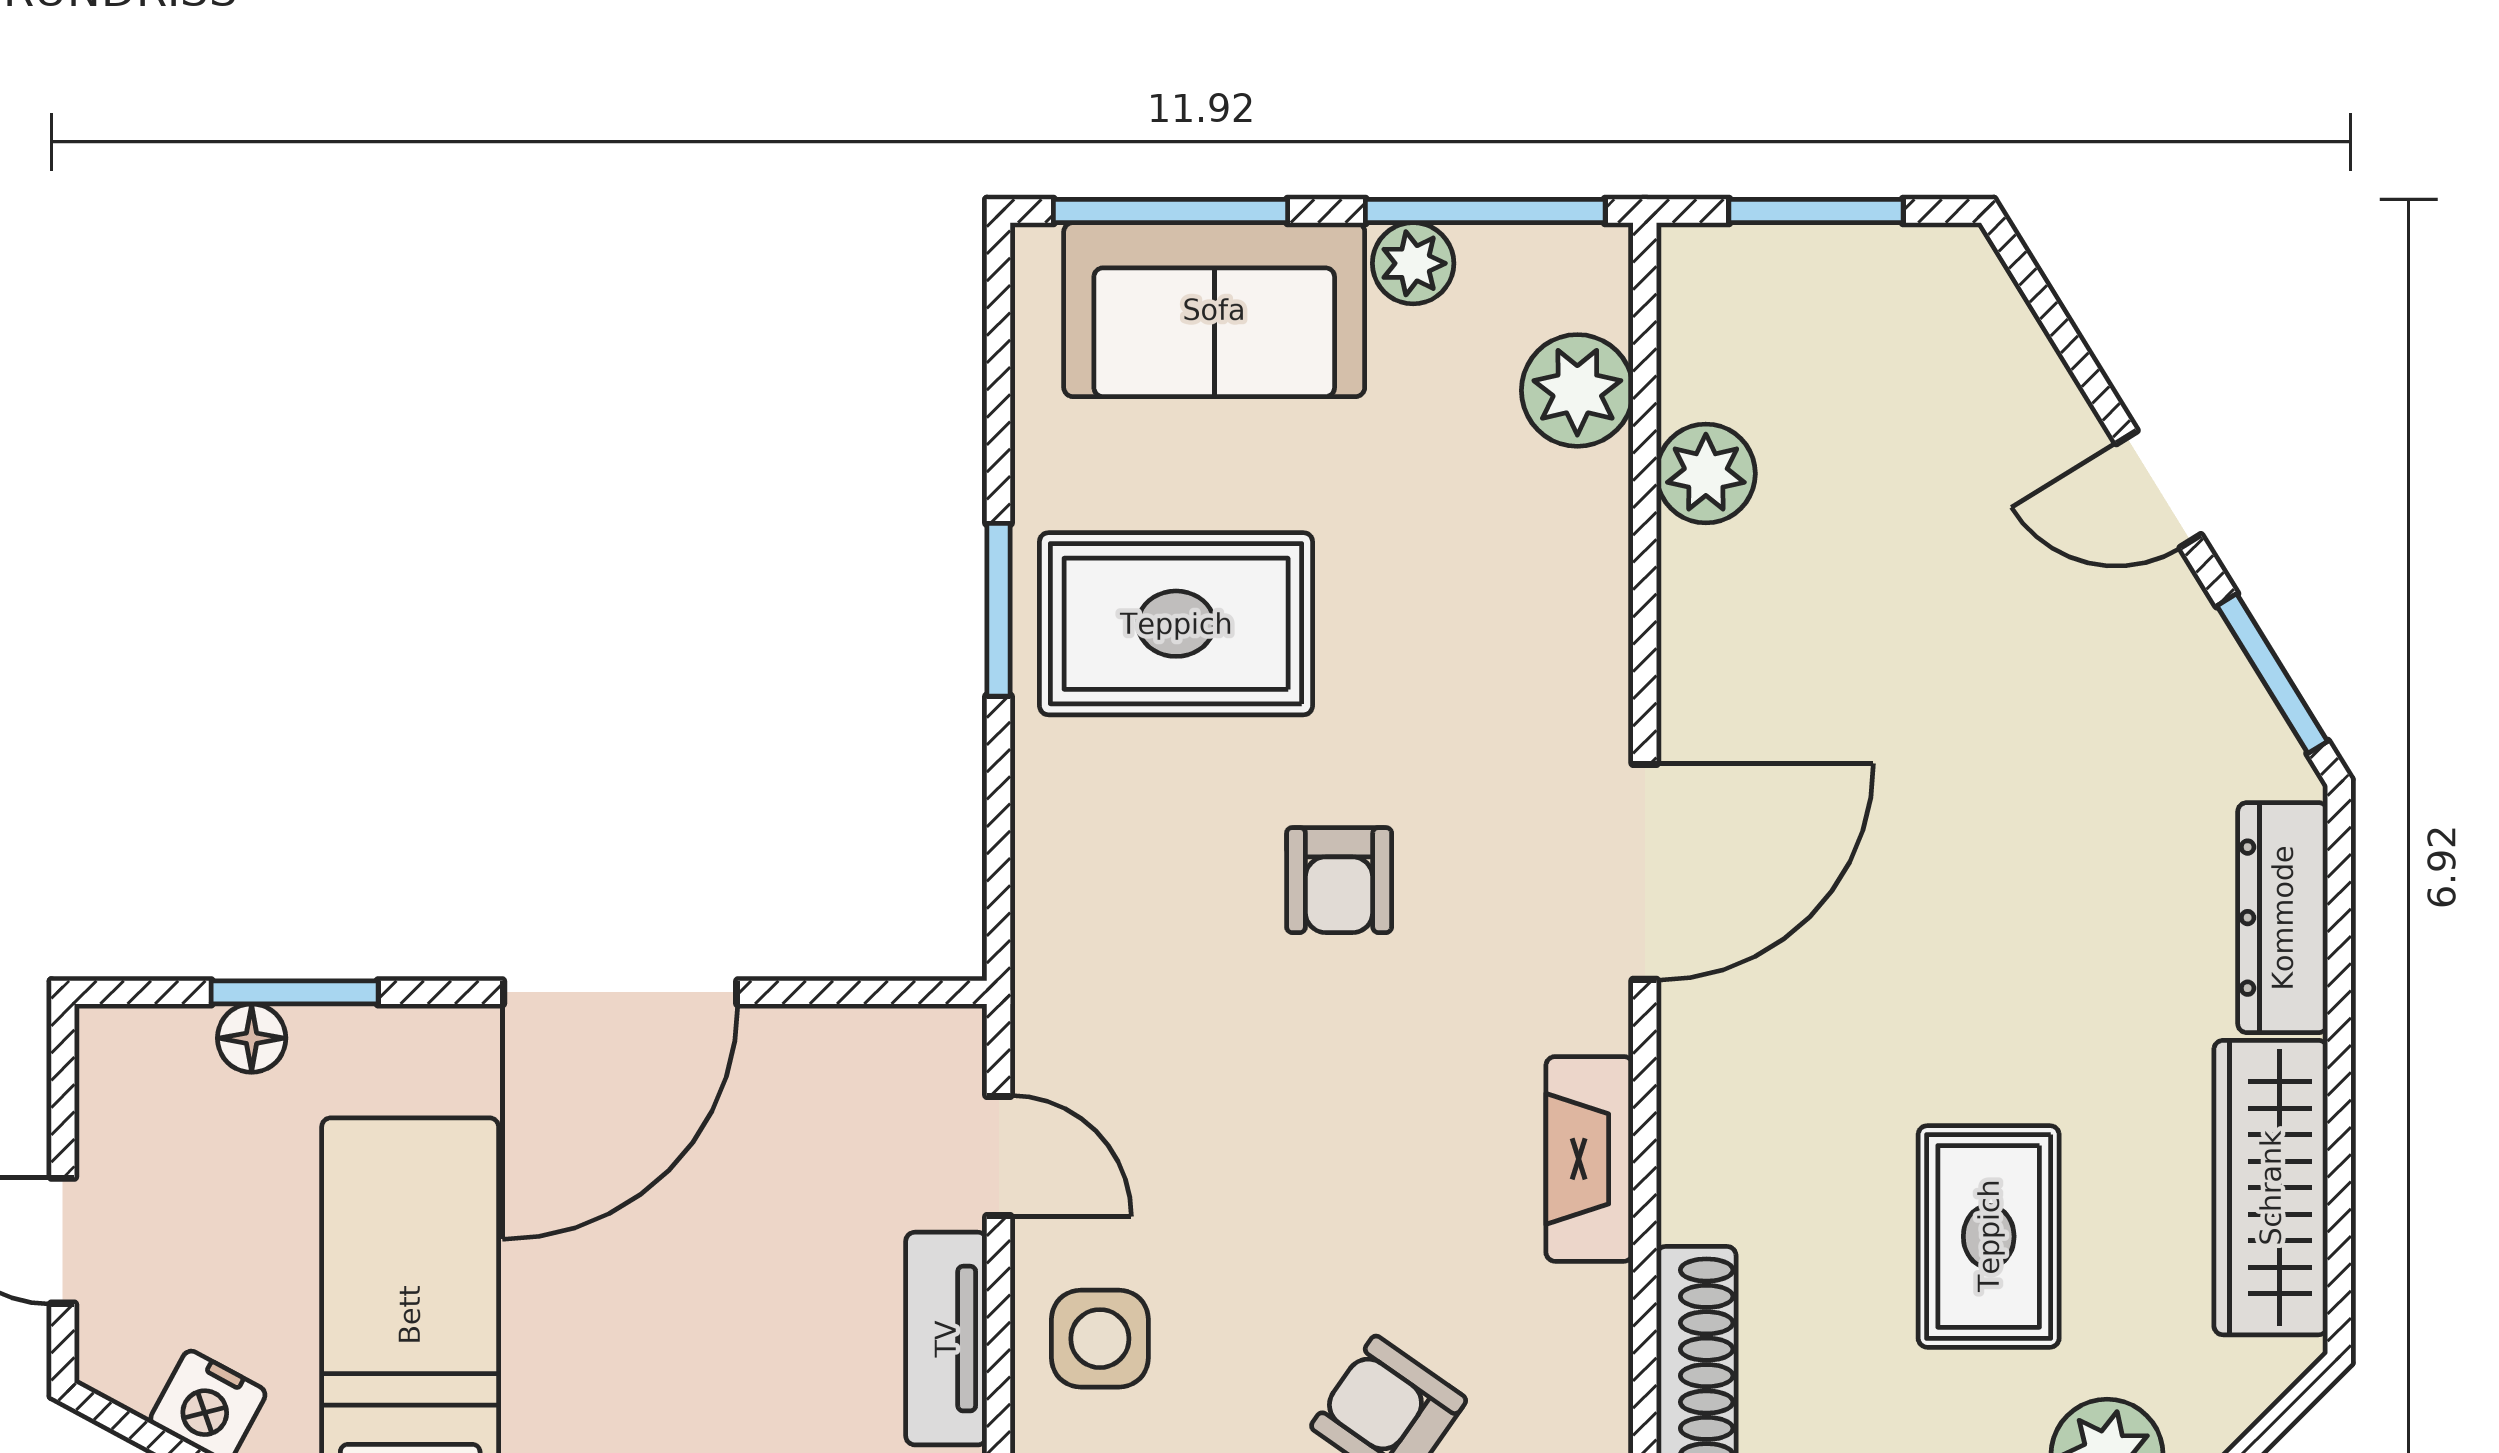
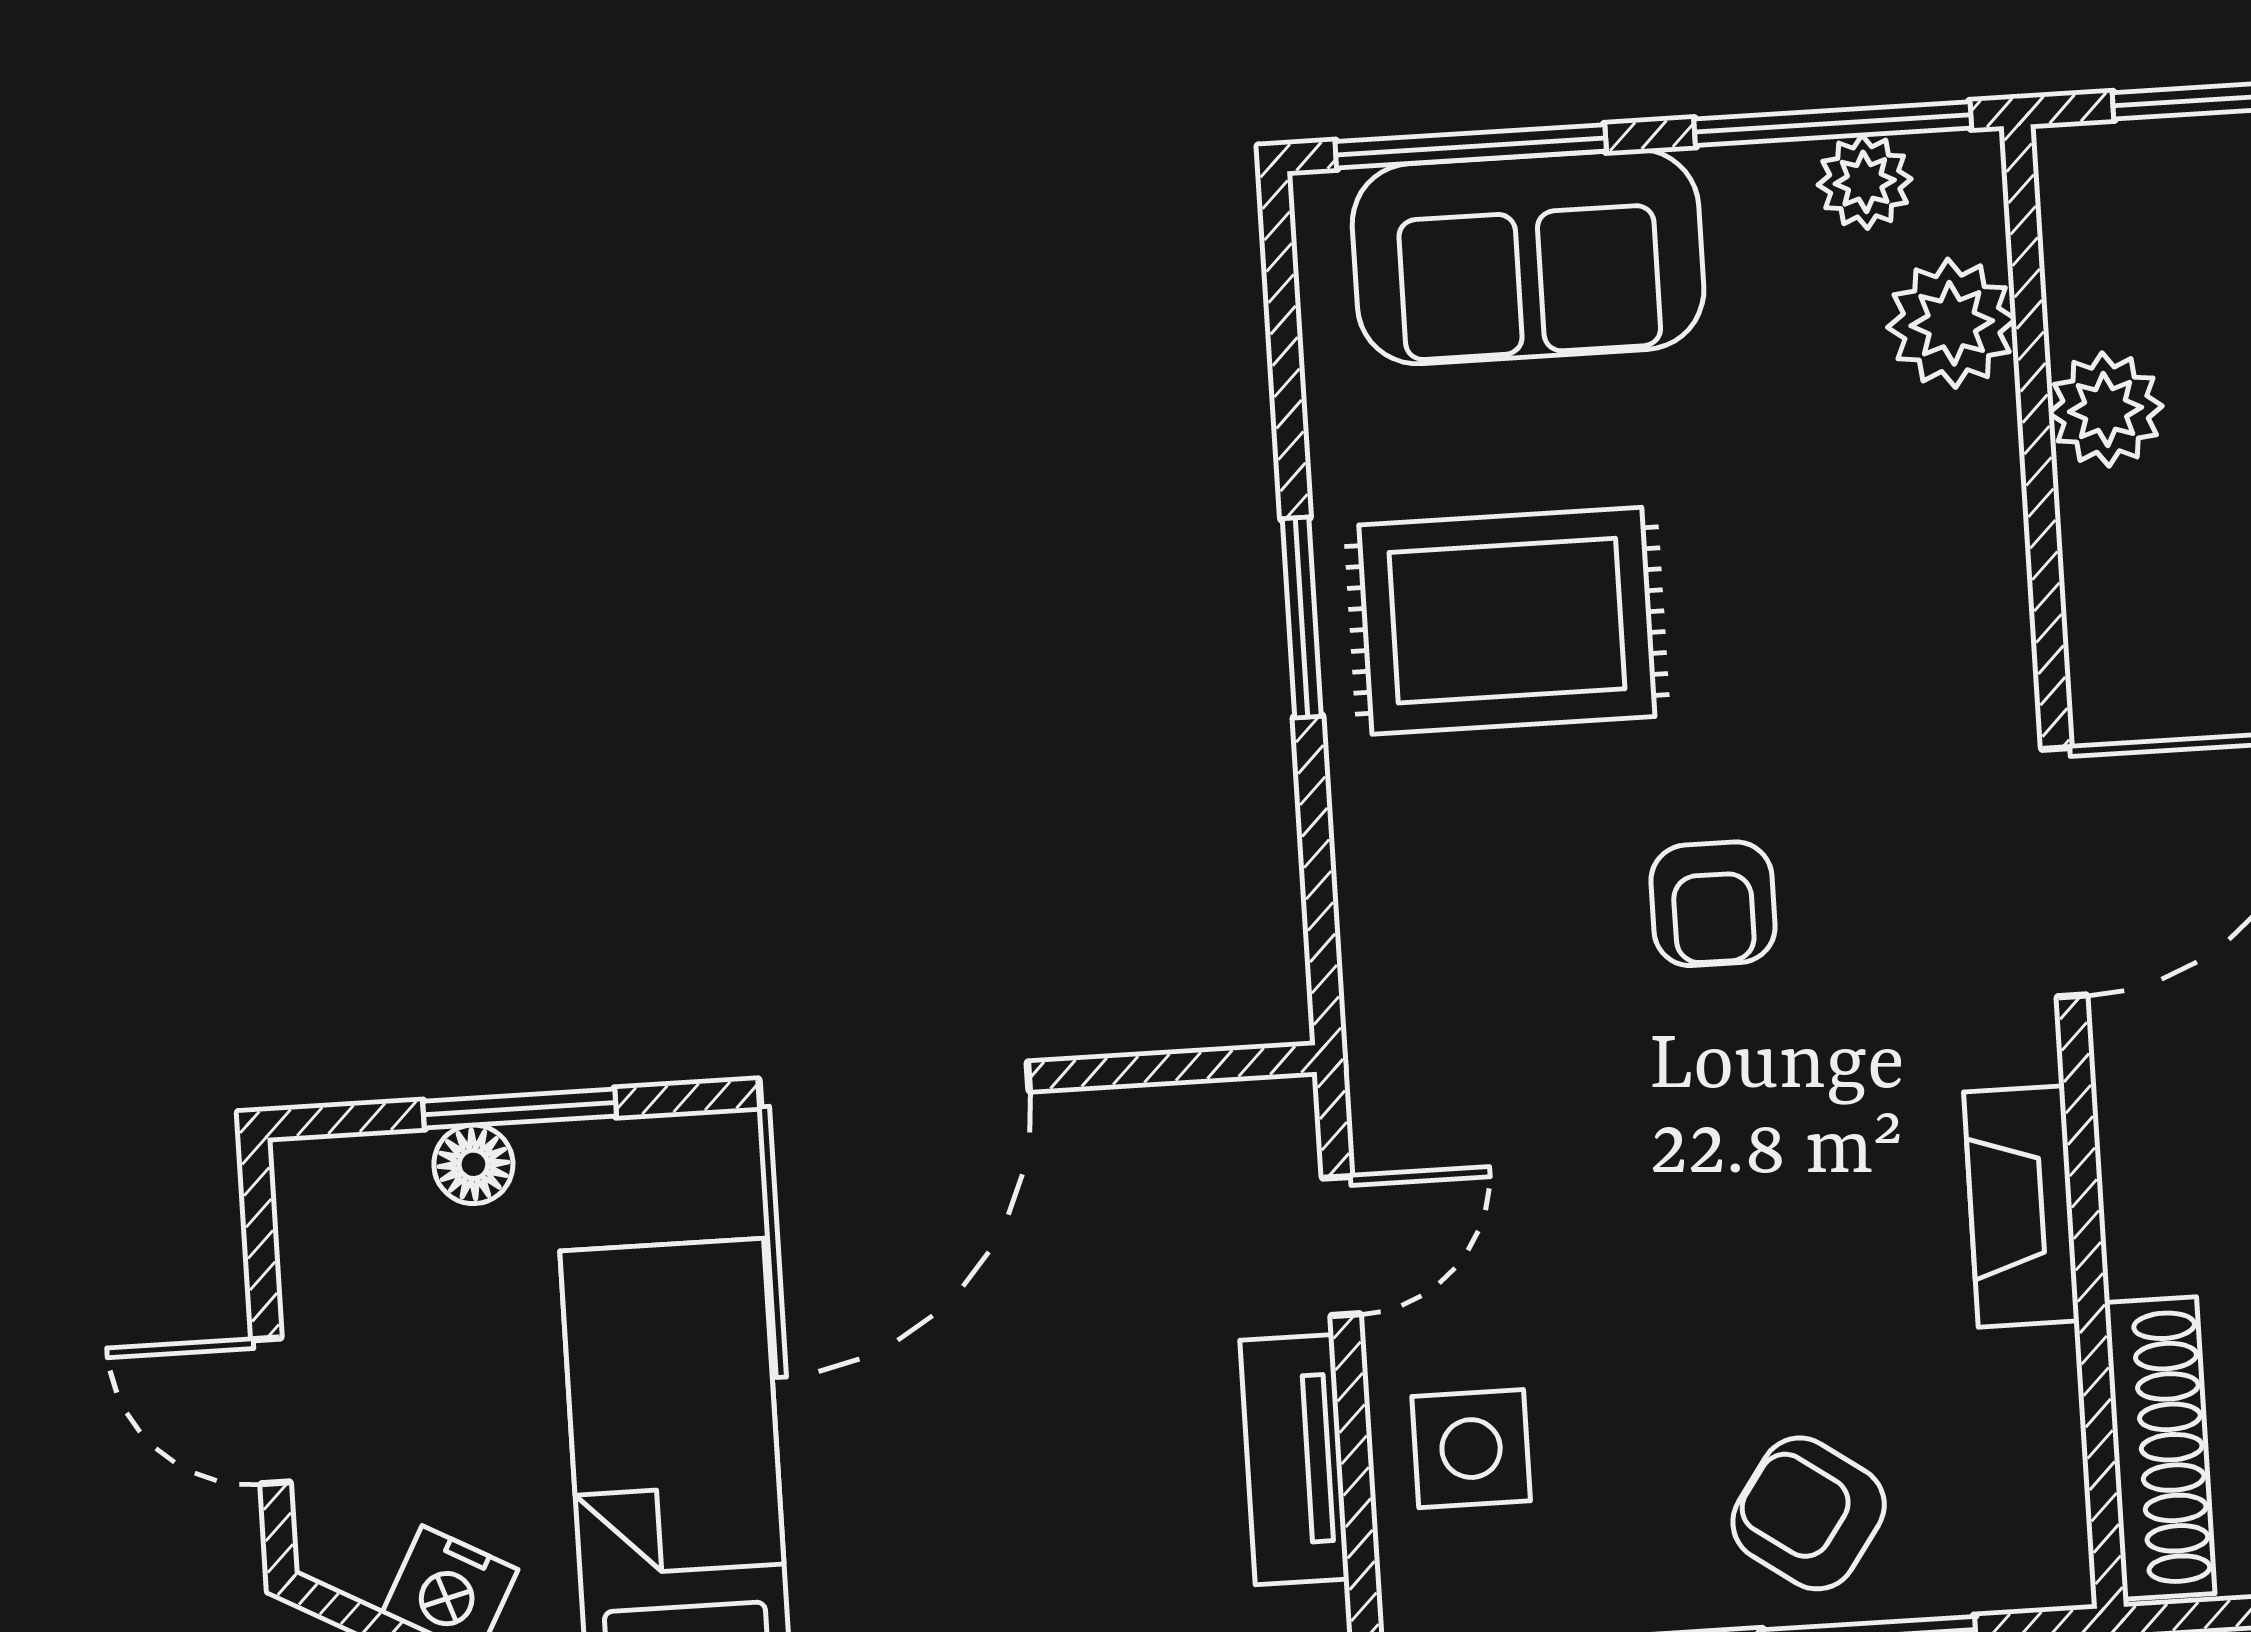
plant: (1413, 263) -> (1865, 182), moved
door: (999, 1156) -> (1341, 1246), hinge flipped

